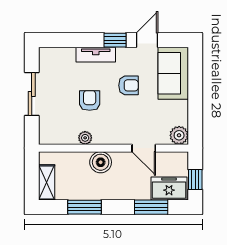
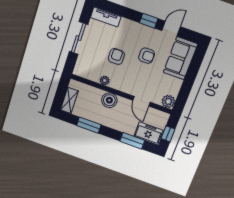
tv unit: (96, 55) -> (106, 17), moved

